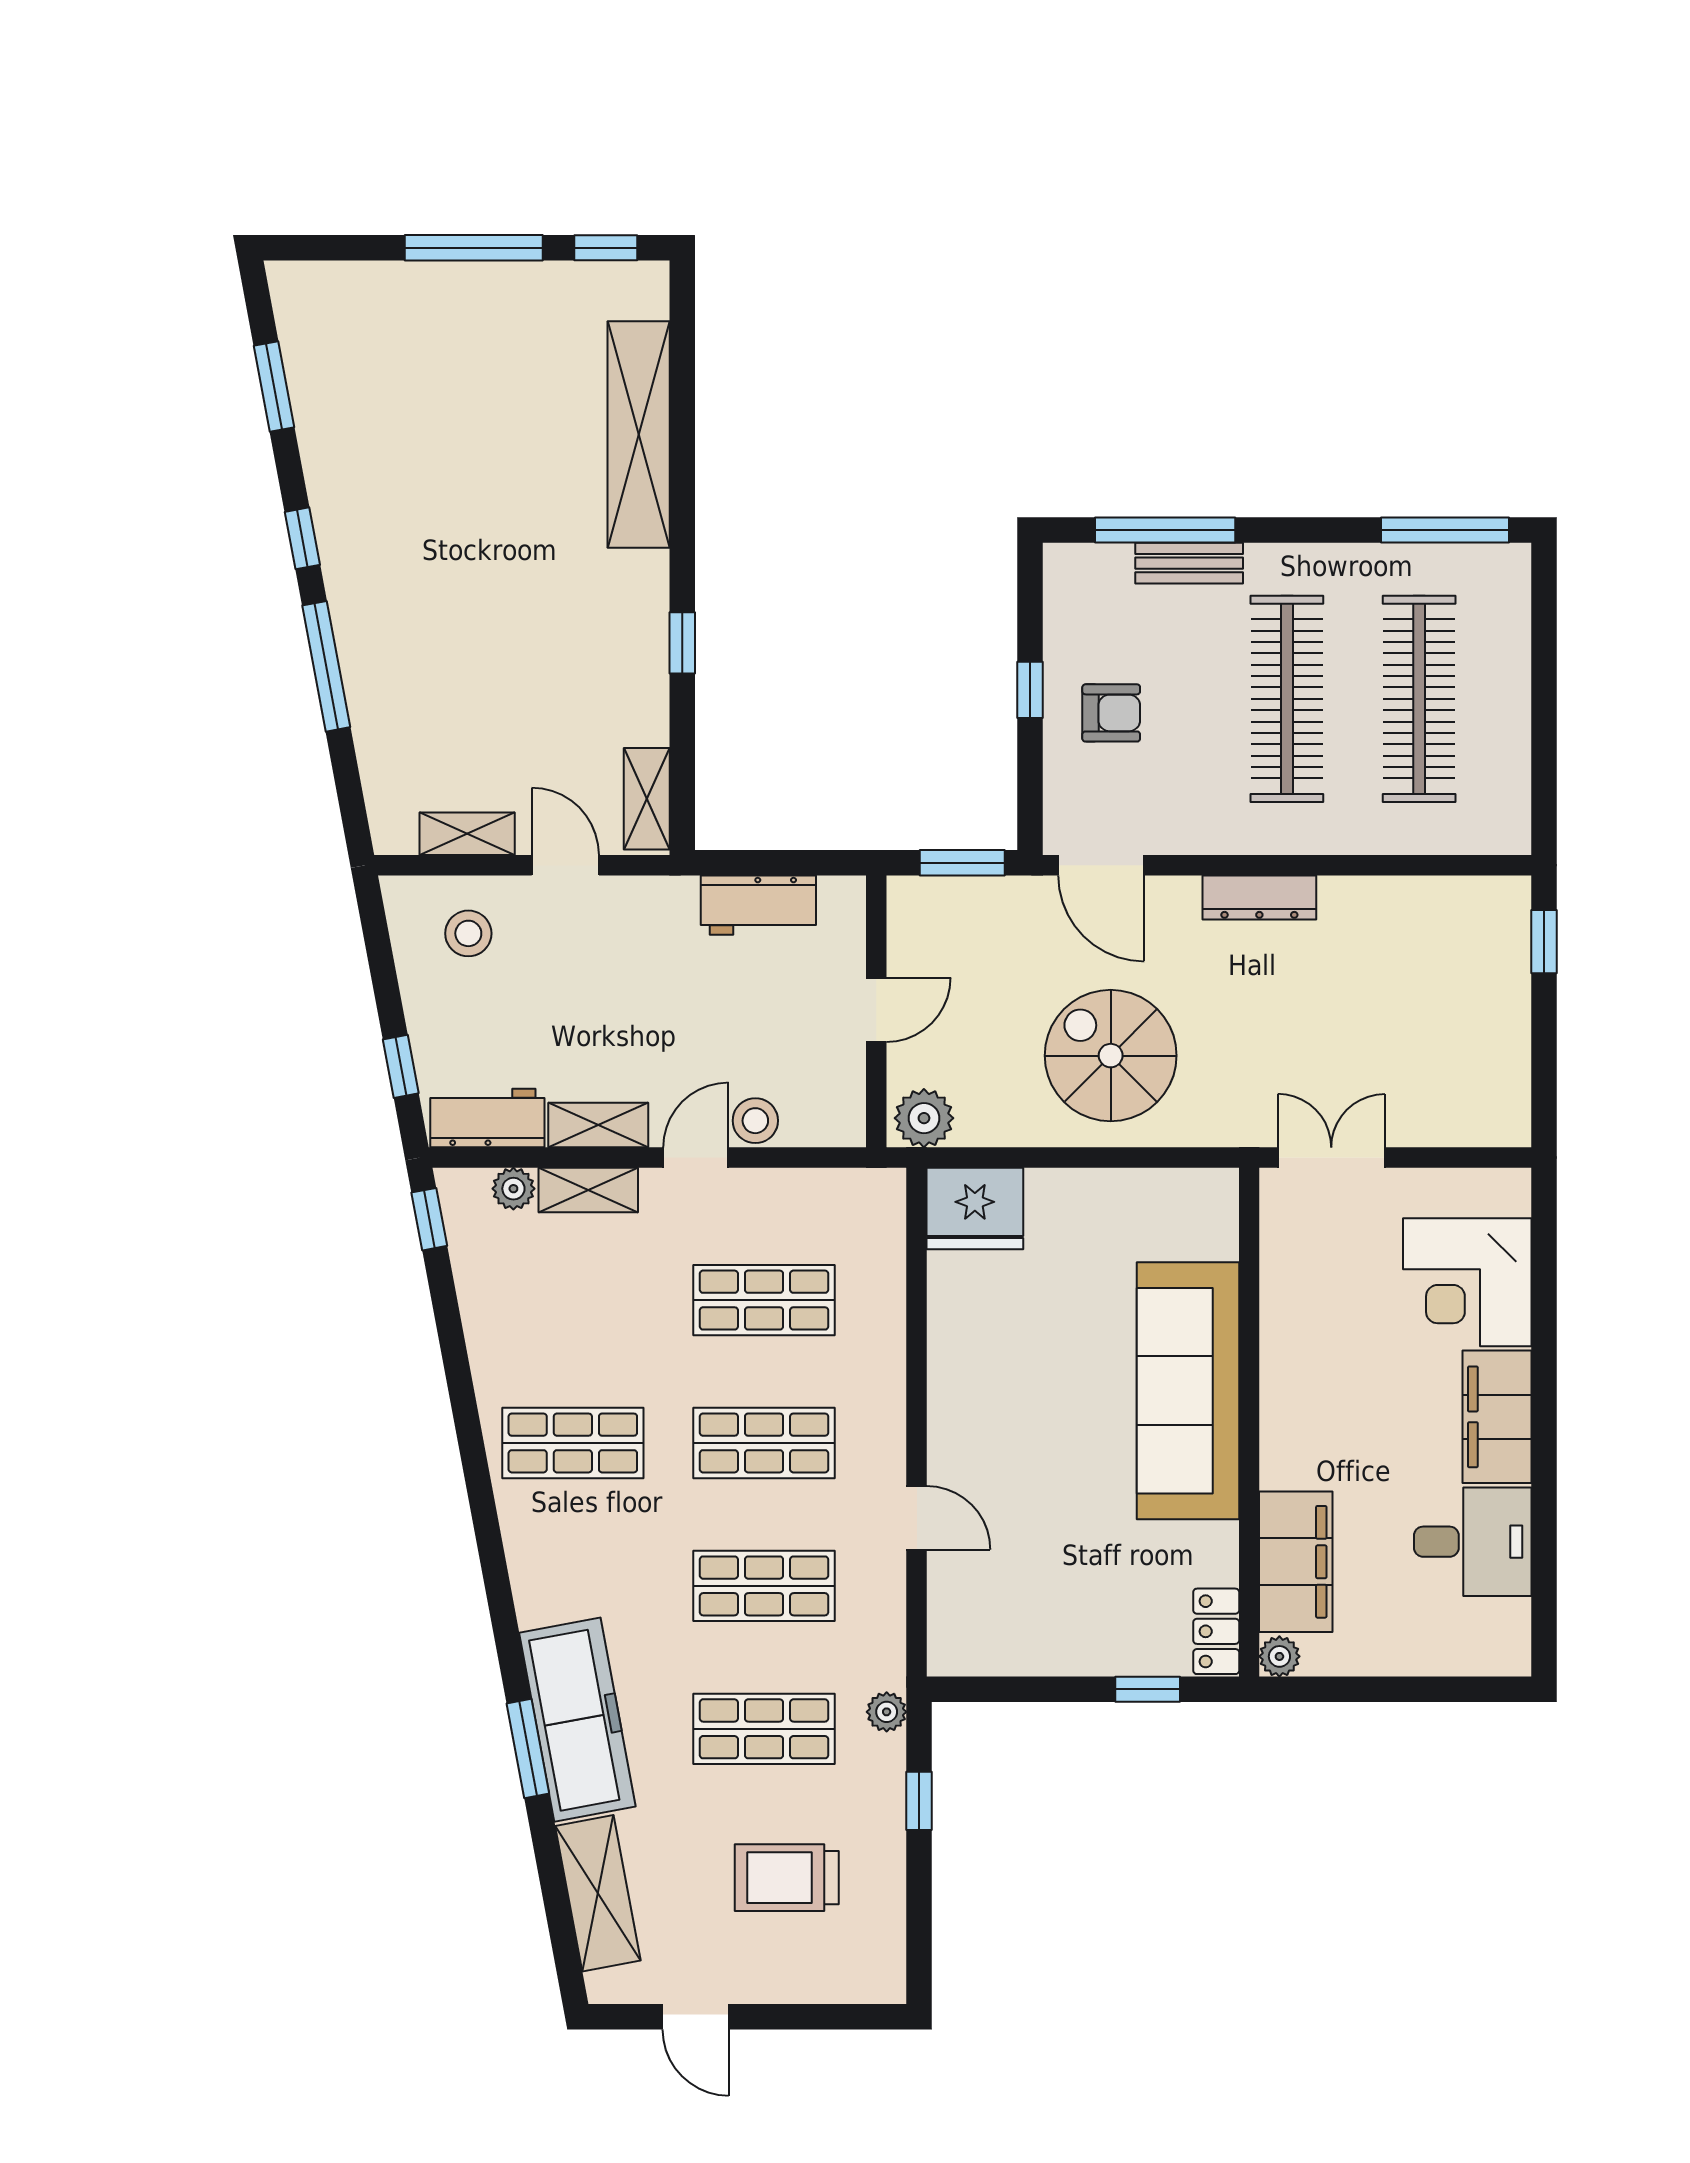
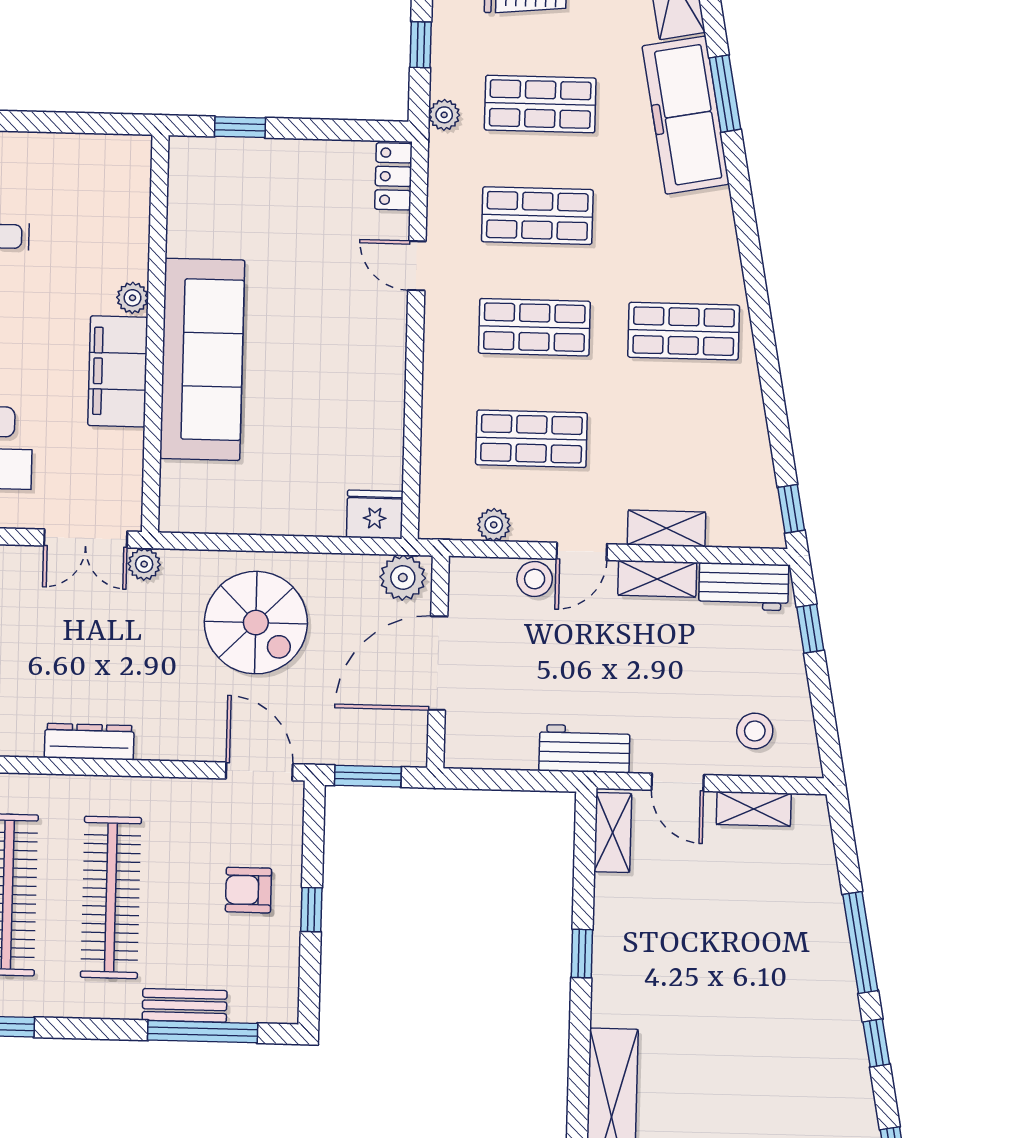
dresser: (1259, 897) -> (89, 742), moved
workbench: (758, 905) -> (584, 749), moved
door: (876, 1010) -> (438, 663), width x1.87
plant: (1256, 1127) -> (144, 564), added
plant: (513, 1189) -> (494, 525), moved
fridge: (975, 1208) -> (375, 514), width x0.73, depth x0.75
filing cabinet: (1296, 1562) -> (118, 371), moved
locker: (1216, 1631) -> (393, 176), moved, turned 180
plant: (1279, 1656) -> (133, 298), moved

